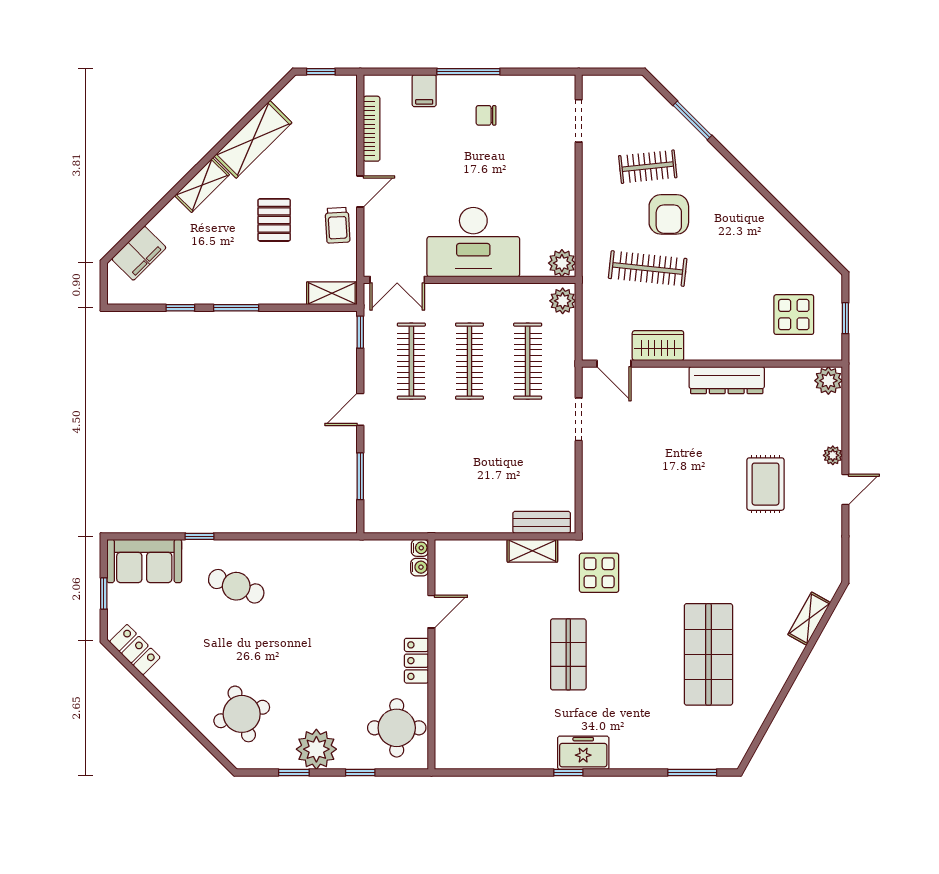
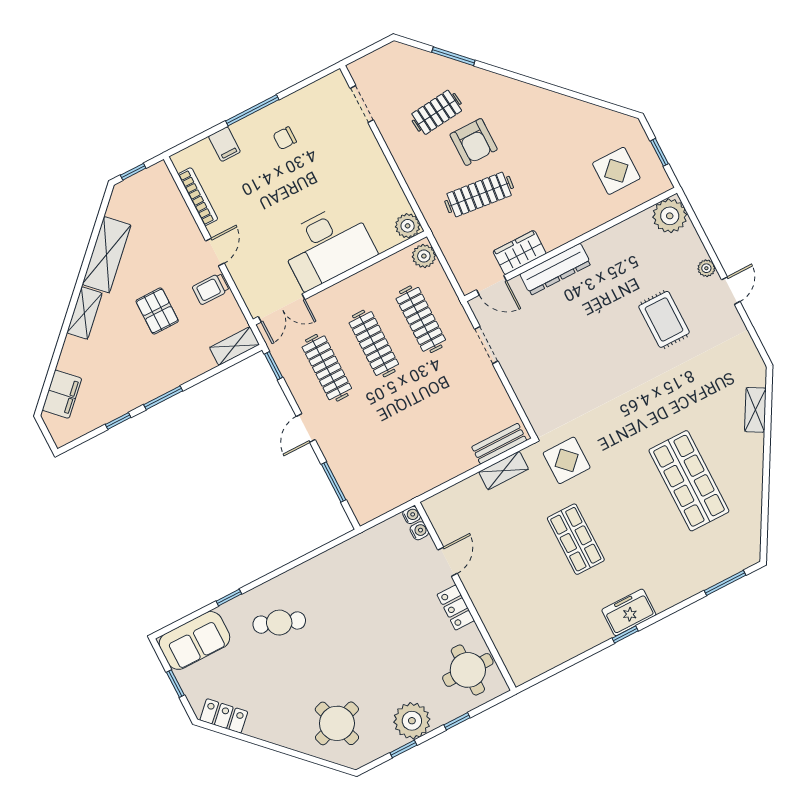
trolley: (338, 225) -> (211, 289), turned 93
dresser: (727, 380) -> (555, 269), moved
plant: (828, 381) -> (670, 216), width x1.36, depth x1.36

